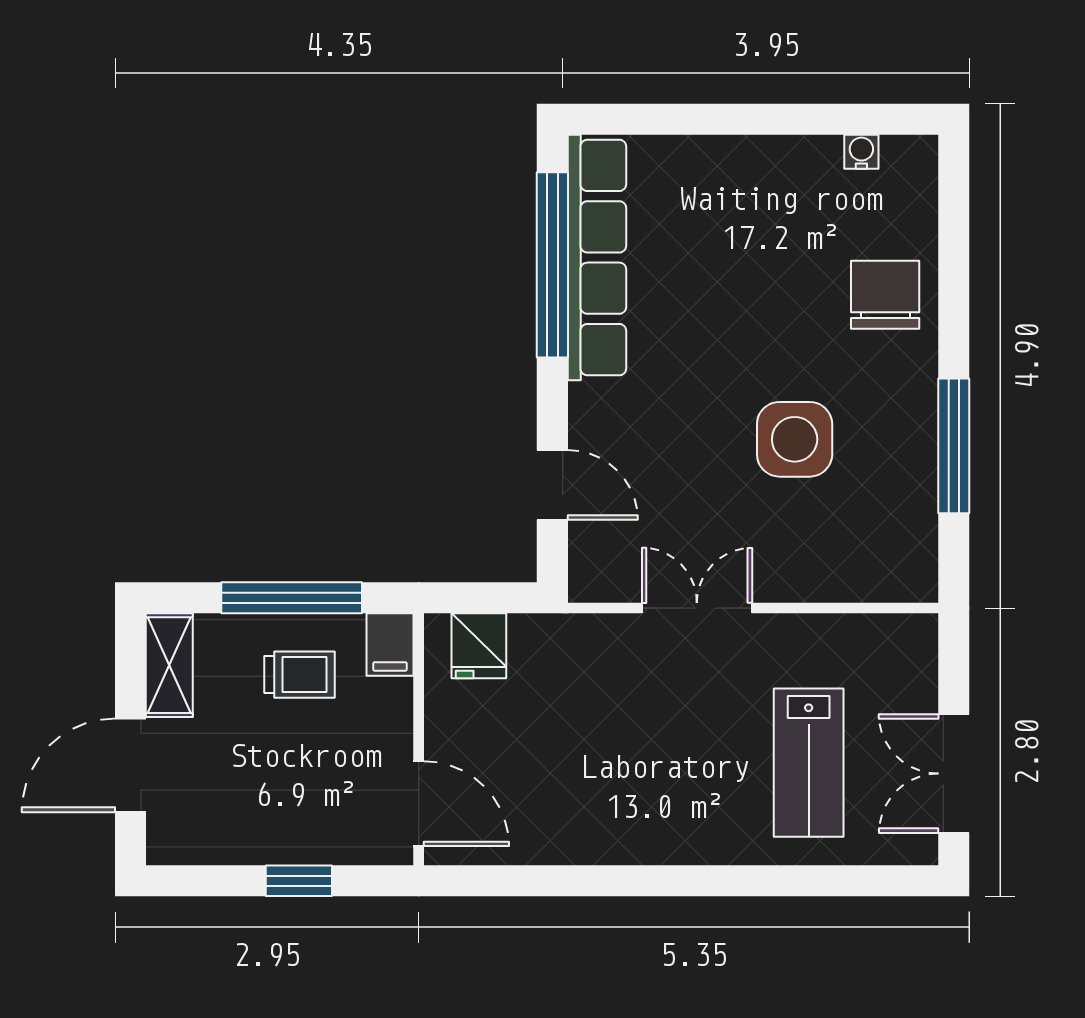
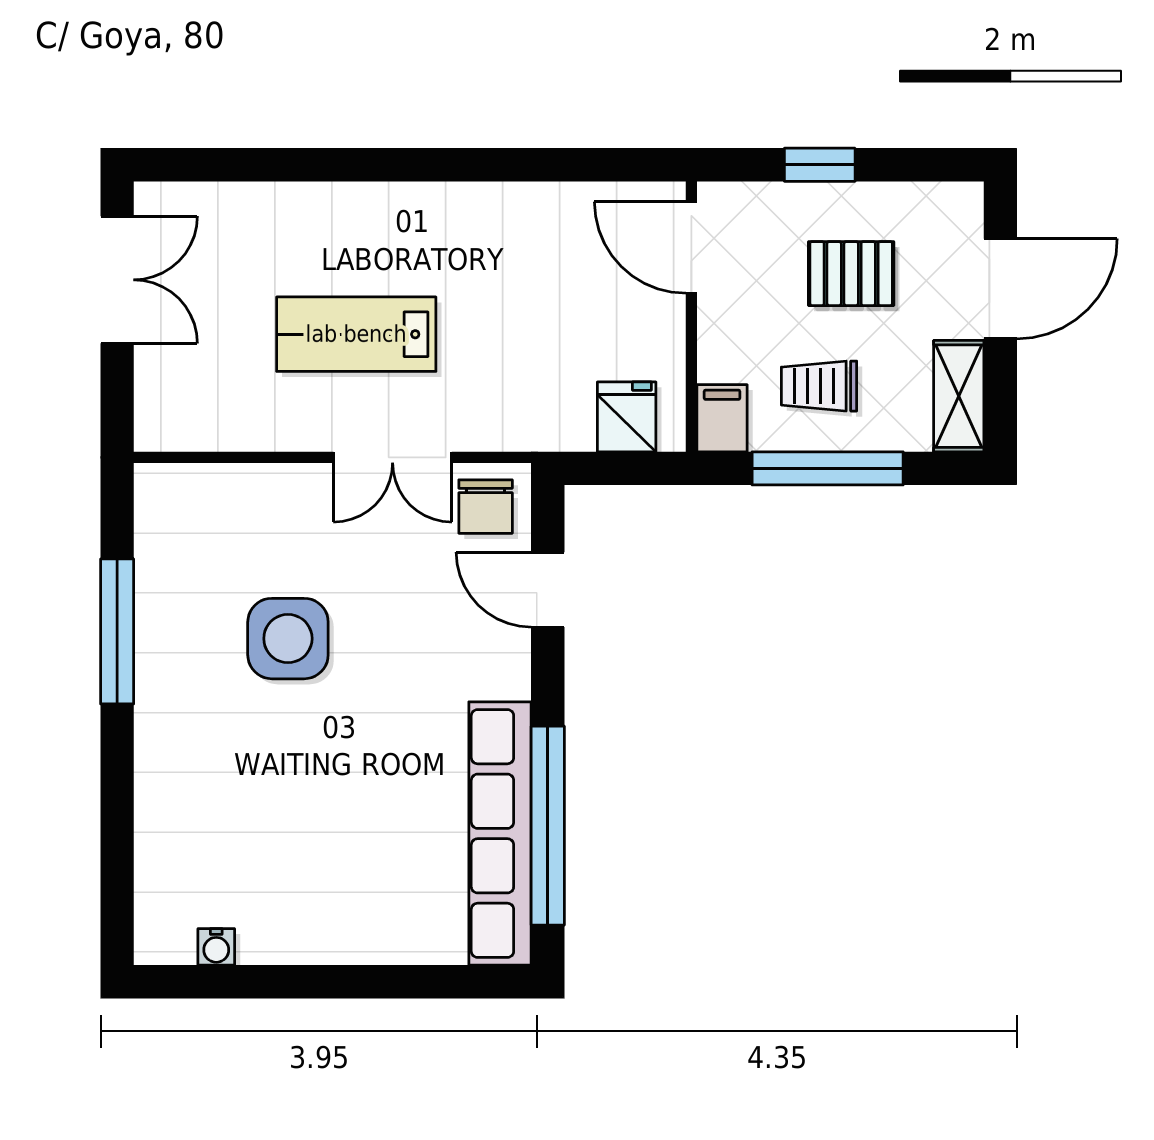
chair: (885, 295) -> (486, 507), moved, width x0.73, depth x0.73
lab bench: (809, 763) -> (356, 334), moved, turned -90
pallet: (270, 779) -> (851, 274), added

